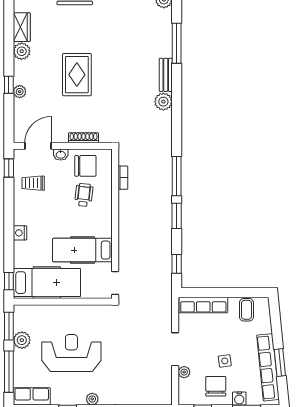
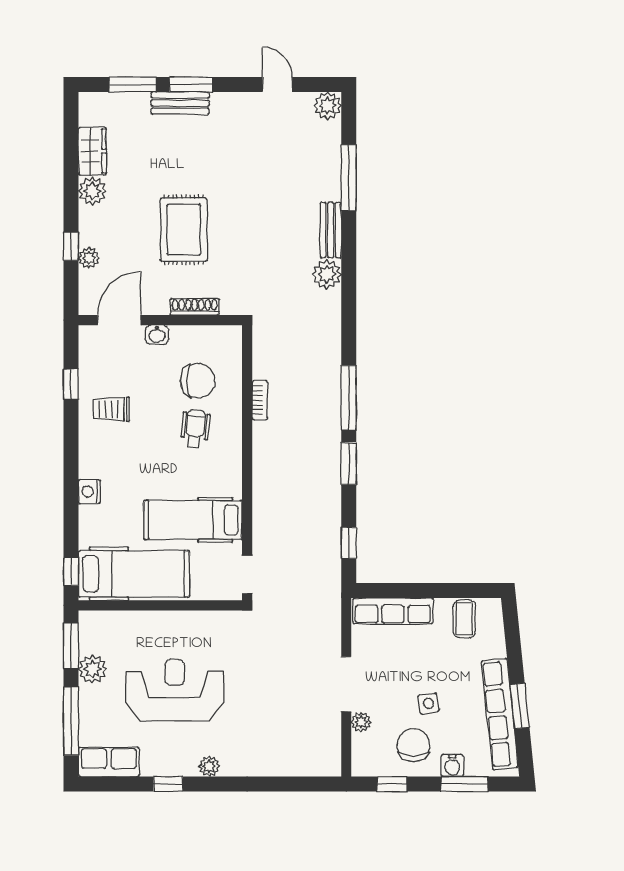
shoe rack: (84, 138) -> (195, 307), moved
door: (38, 146) -> (119, 320), moved
wall: (63, 146) -> (160, 320), moved
washbasin: (61, 155) -> (157, 335), moved

